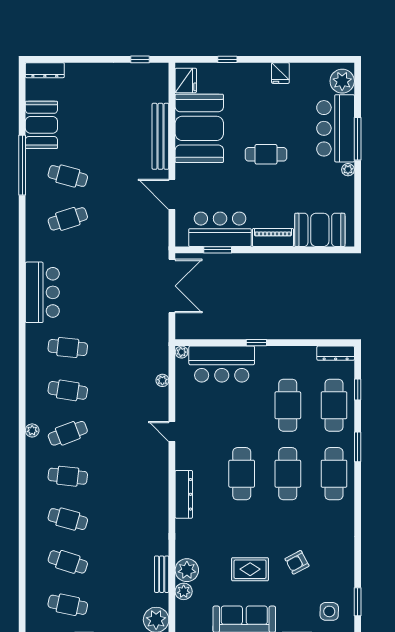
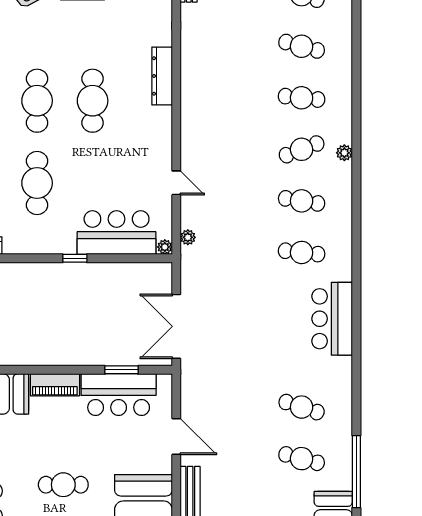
cafe table: (68, 219) -> (302, 407), turned 36
plant: (162, 380) -> (188, 237), moved
door: (172, 432) -> (176, 183), moved

